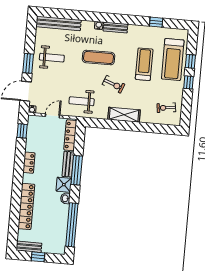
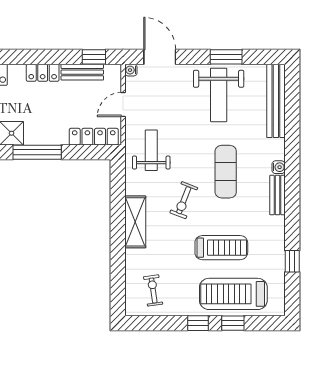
weight bench: (52, 58) -> (219, 95), width x1.36, depth x1.33
window: (28, 63) -> (226, 57), moved
door: (53, 116) -> (123, 105), swing flipped
bench: (68, 164) -> (82, 72), moved

